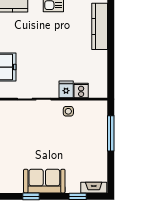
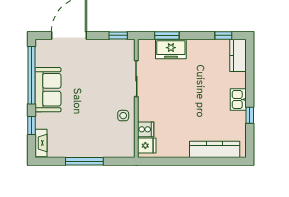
fridge: (66, 89) -> (147, 146), moved
window: (111, 133) -> (84, 161), moved
window: (31, 196) -> (31, 75), width x3.17

